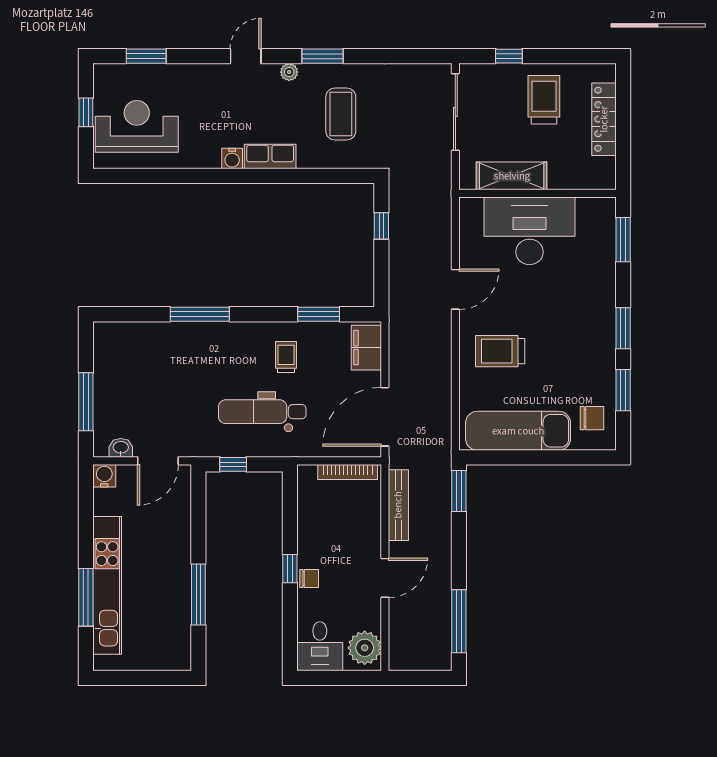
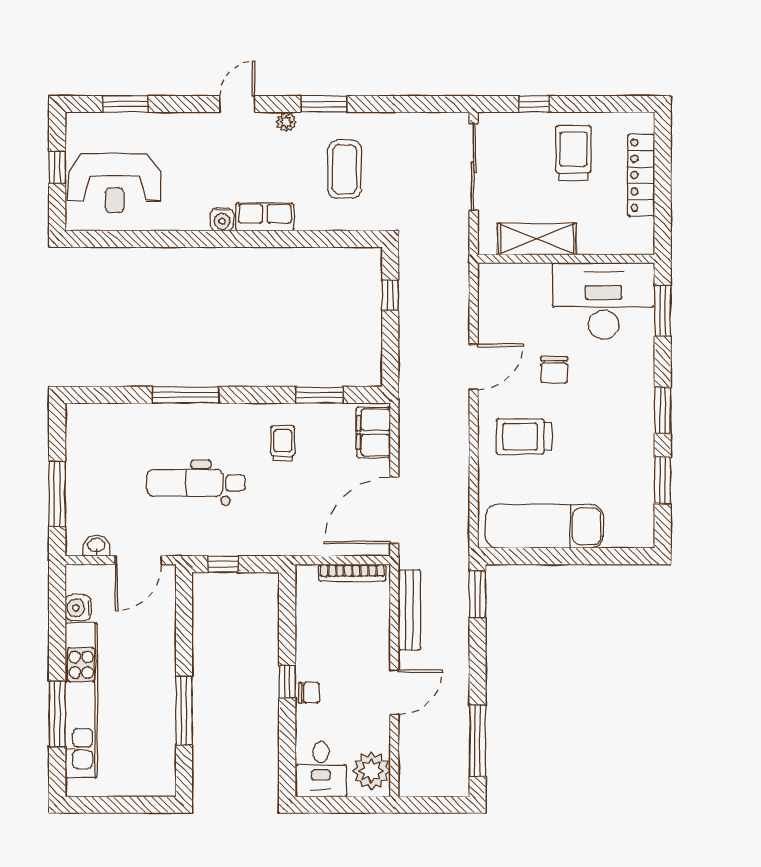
reception desk: (137, 126) -> (115, 183), turned 180
desk: (530, 231) -> (604, 301), moved
dental chair: (262, 412) -> (196, 483), moved
chair: (592, 418) -> (554, 370), moved, turned 90
water cooler: (104, 476) -> (78, 608), moved, turned -90

